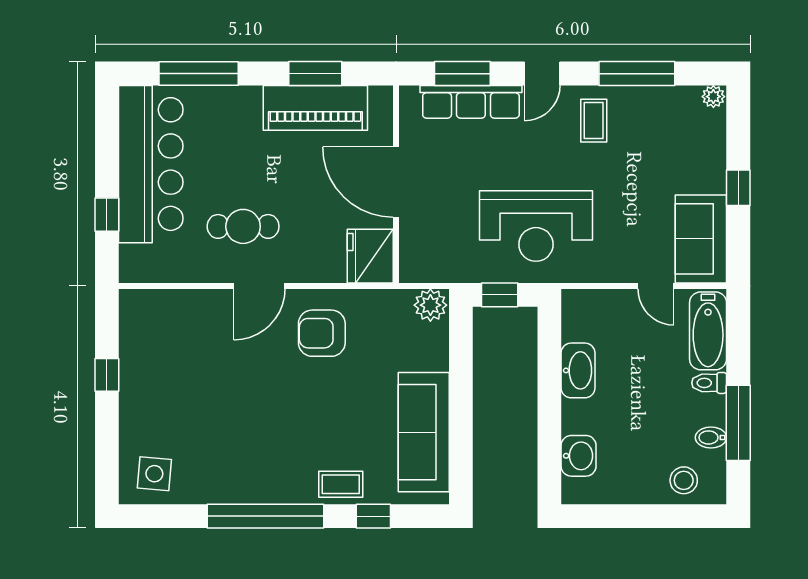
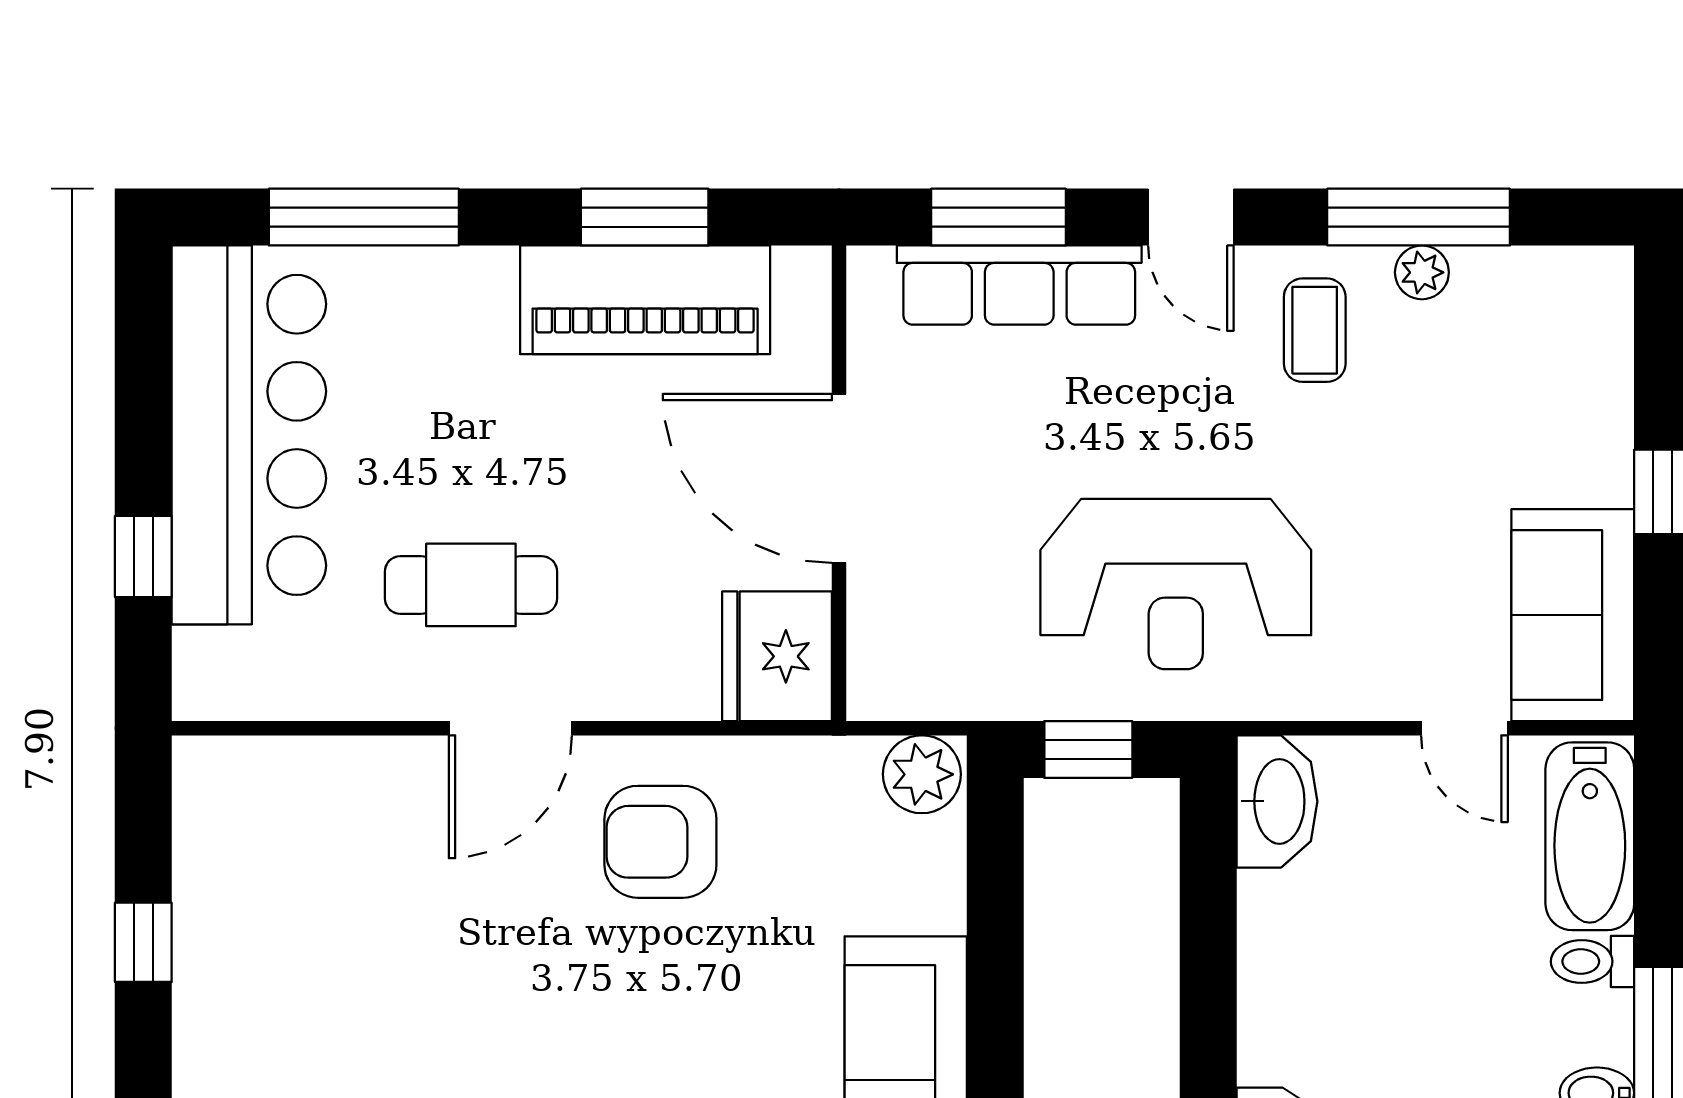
door: (542, 74) -> (1191, 217), hinge flipped
plant: (713, 97) -> (1422, 272), moved
washbasin: (578, 370) -> (1277, 801), moved

